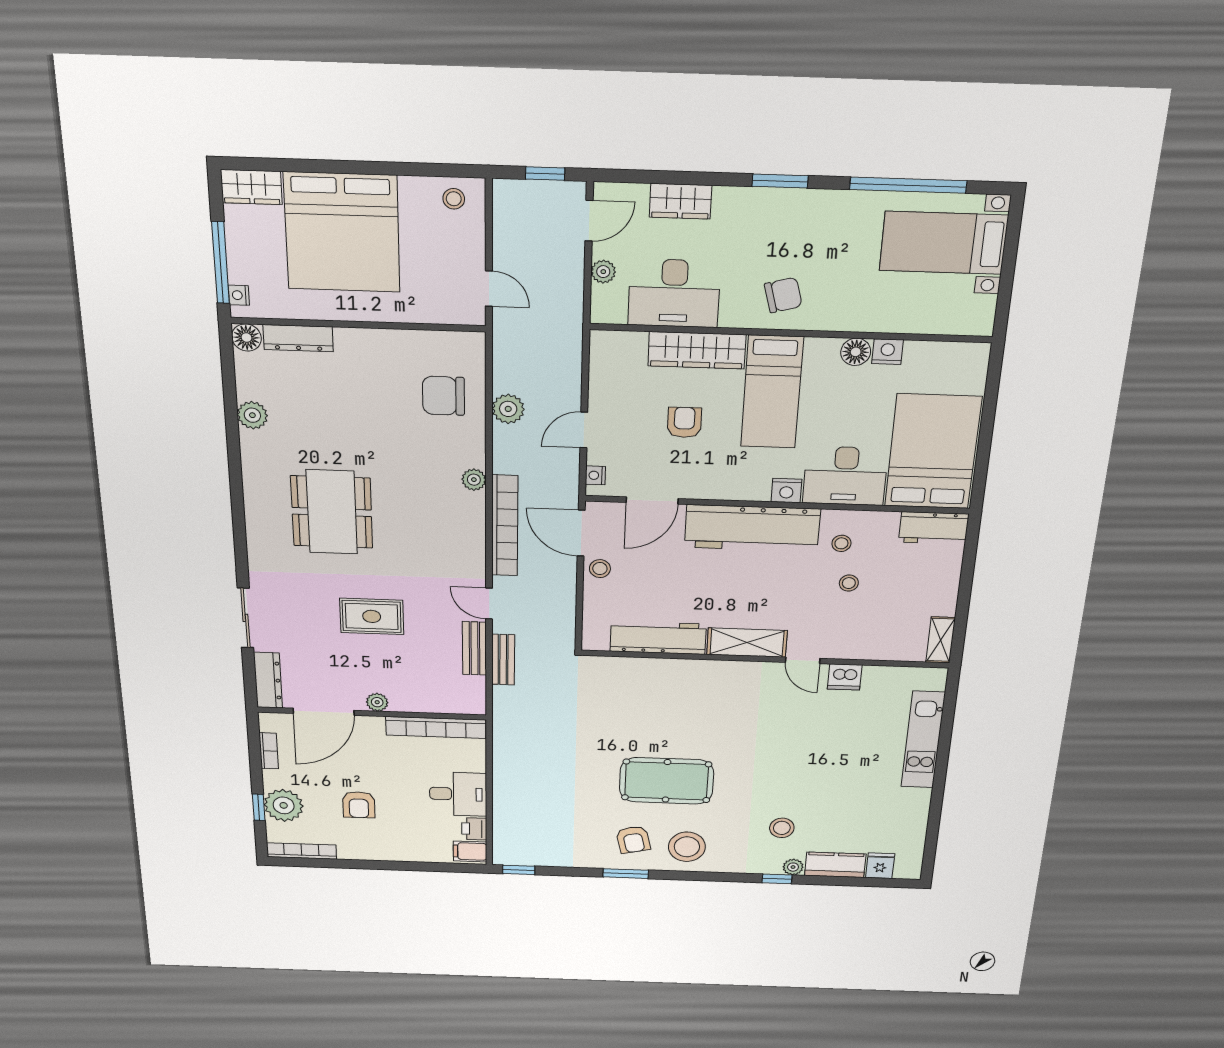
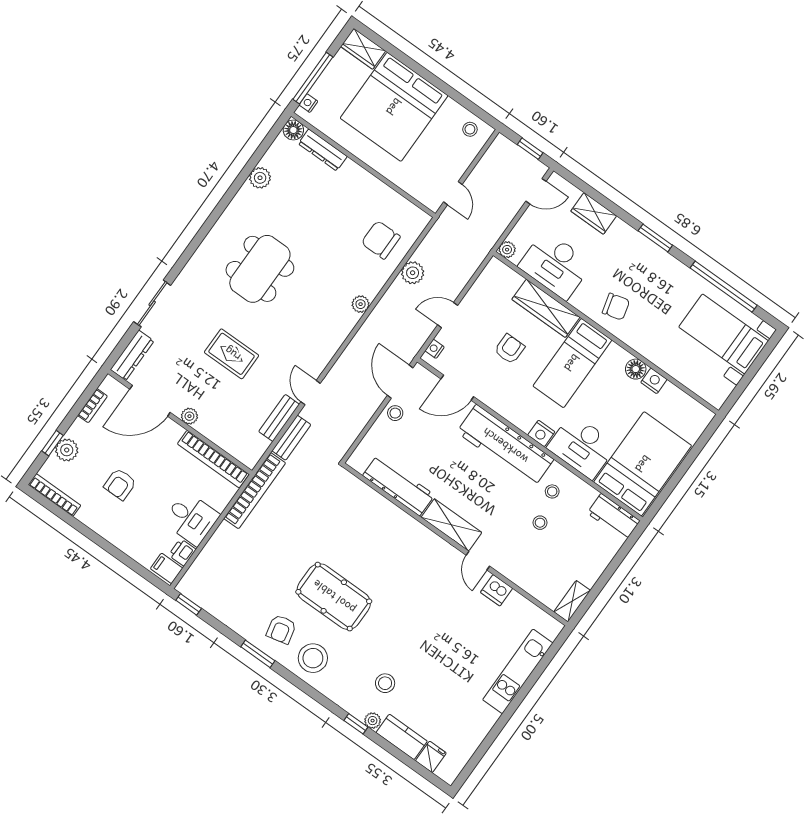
plant: (603, 272) -> (507, 250), moved
bookcase: (505, 526) -> (255, 491), moved
plant: (284, 805) -> (67, 450), width x0.73, depth x0.73

